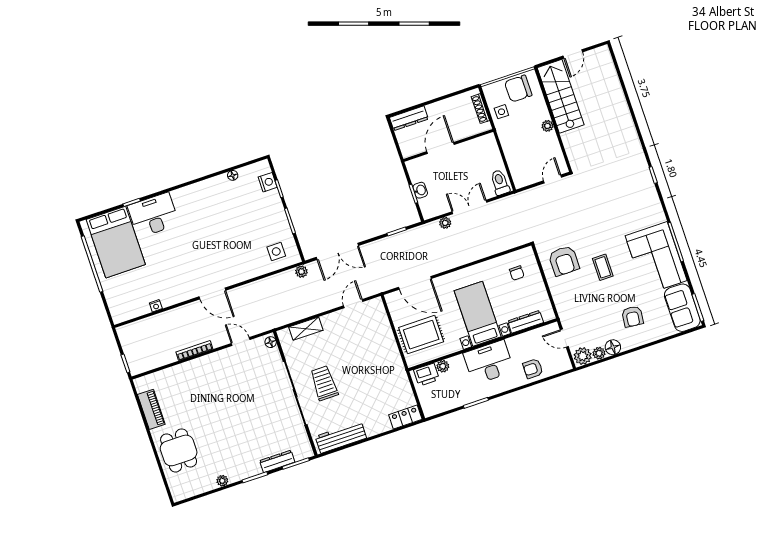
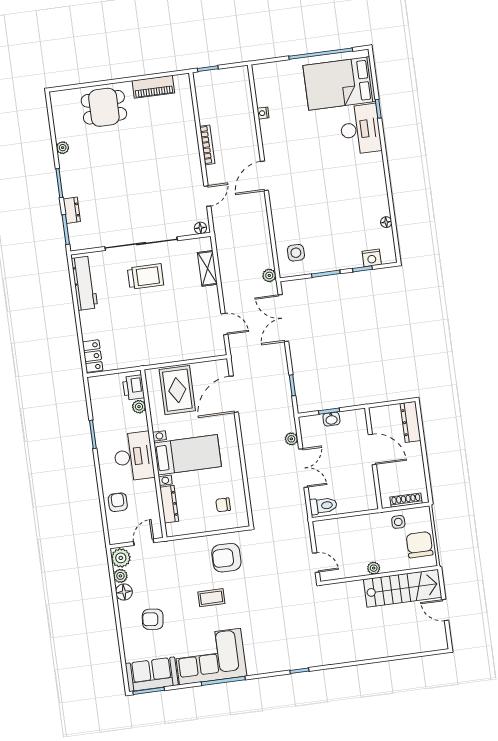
dresser: (277, 461) -> (72, 210), width x0.70

